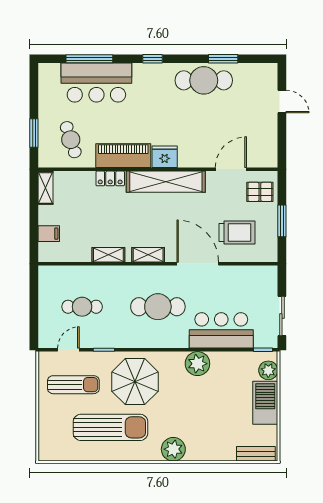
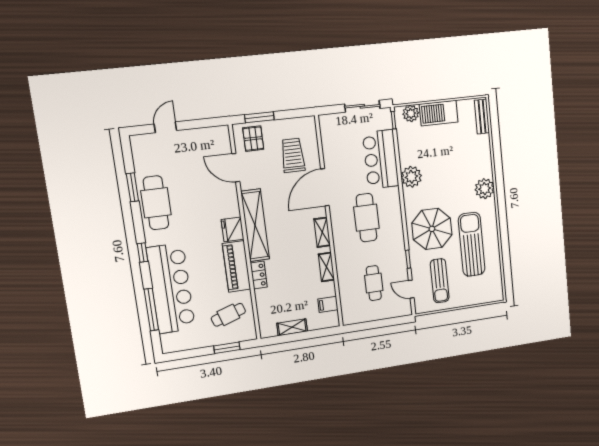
bar counter: (96, 83) -> (171, 288), width x1.36
shelving: (46, 188) -> (292, 327), moved
window: (282, 221) -> (259, 117), moved
filing cabinet: (49, 234) -> (328, 304), moved, turned -90
sun lounger: (73, 385) -> (440, 281), turned 180

